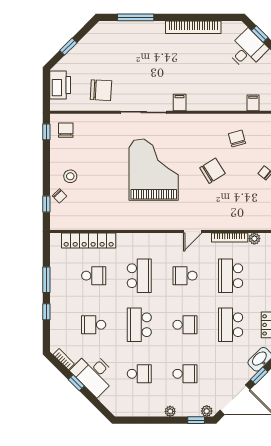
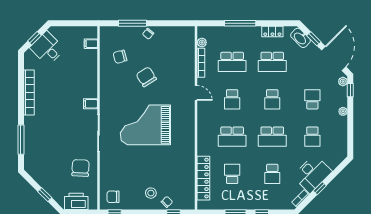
school desk: (139, 276) -> (232, 137), turned 180
school desk: (185, 325) -> (272, 99), turned 180
school desk: (139, 374) -> (312, 137), turned 180

